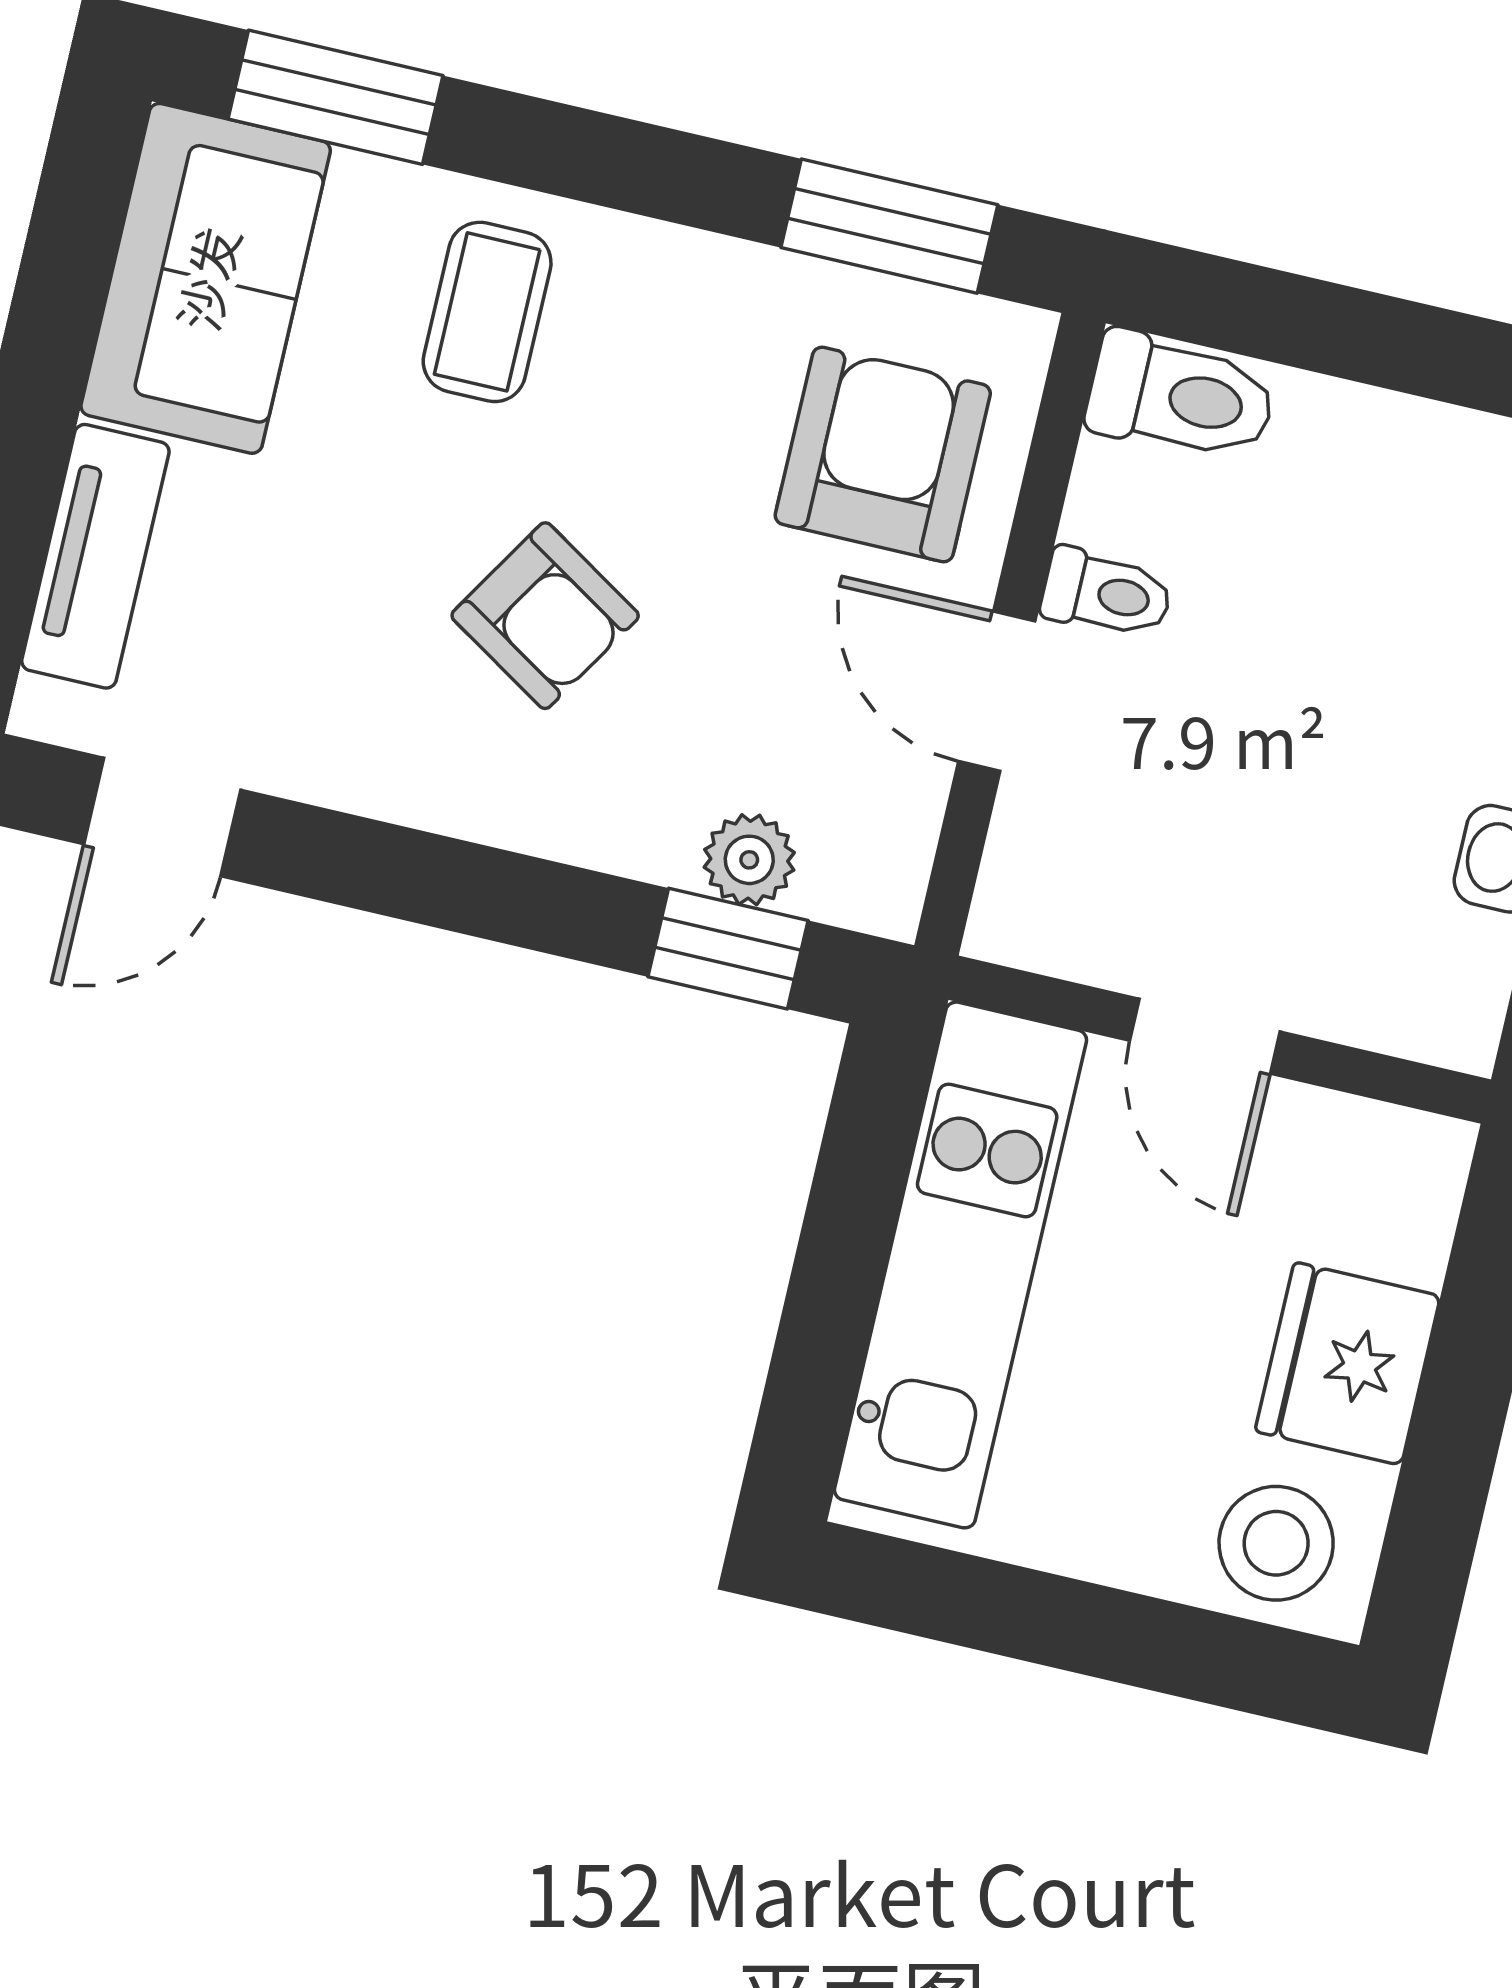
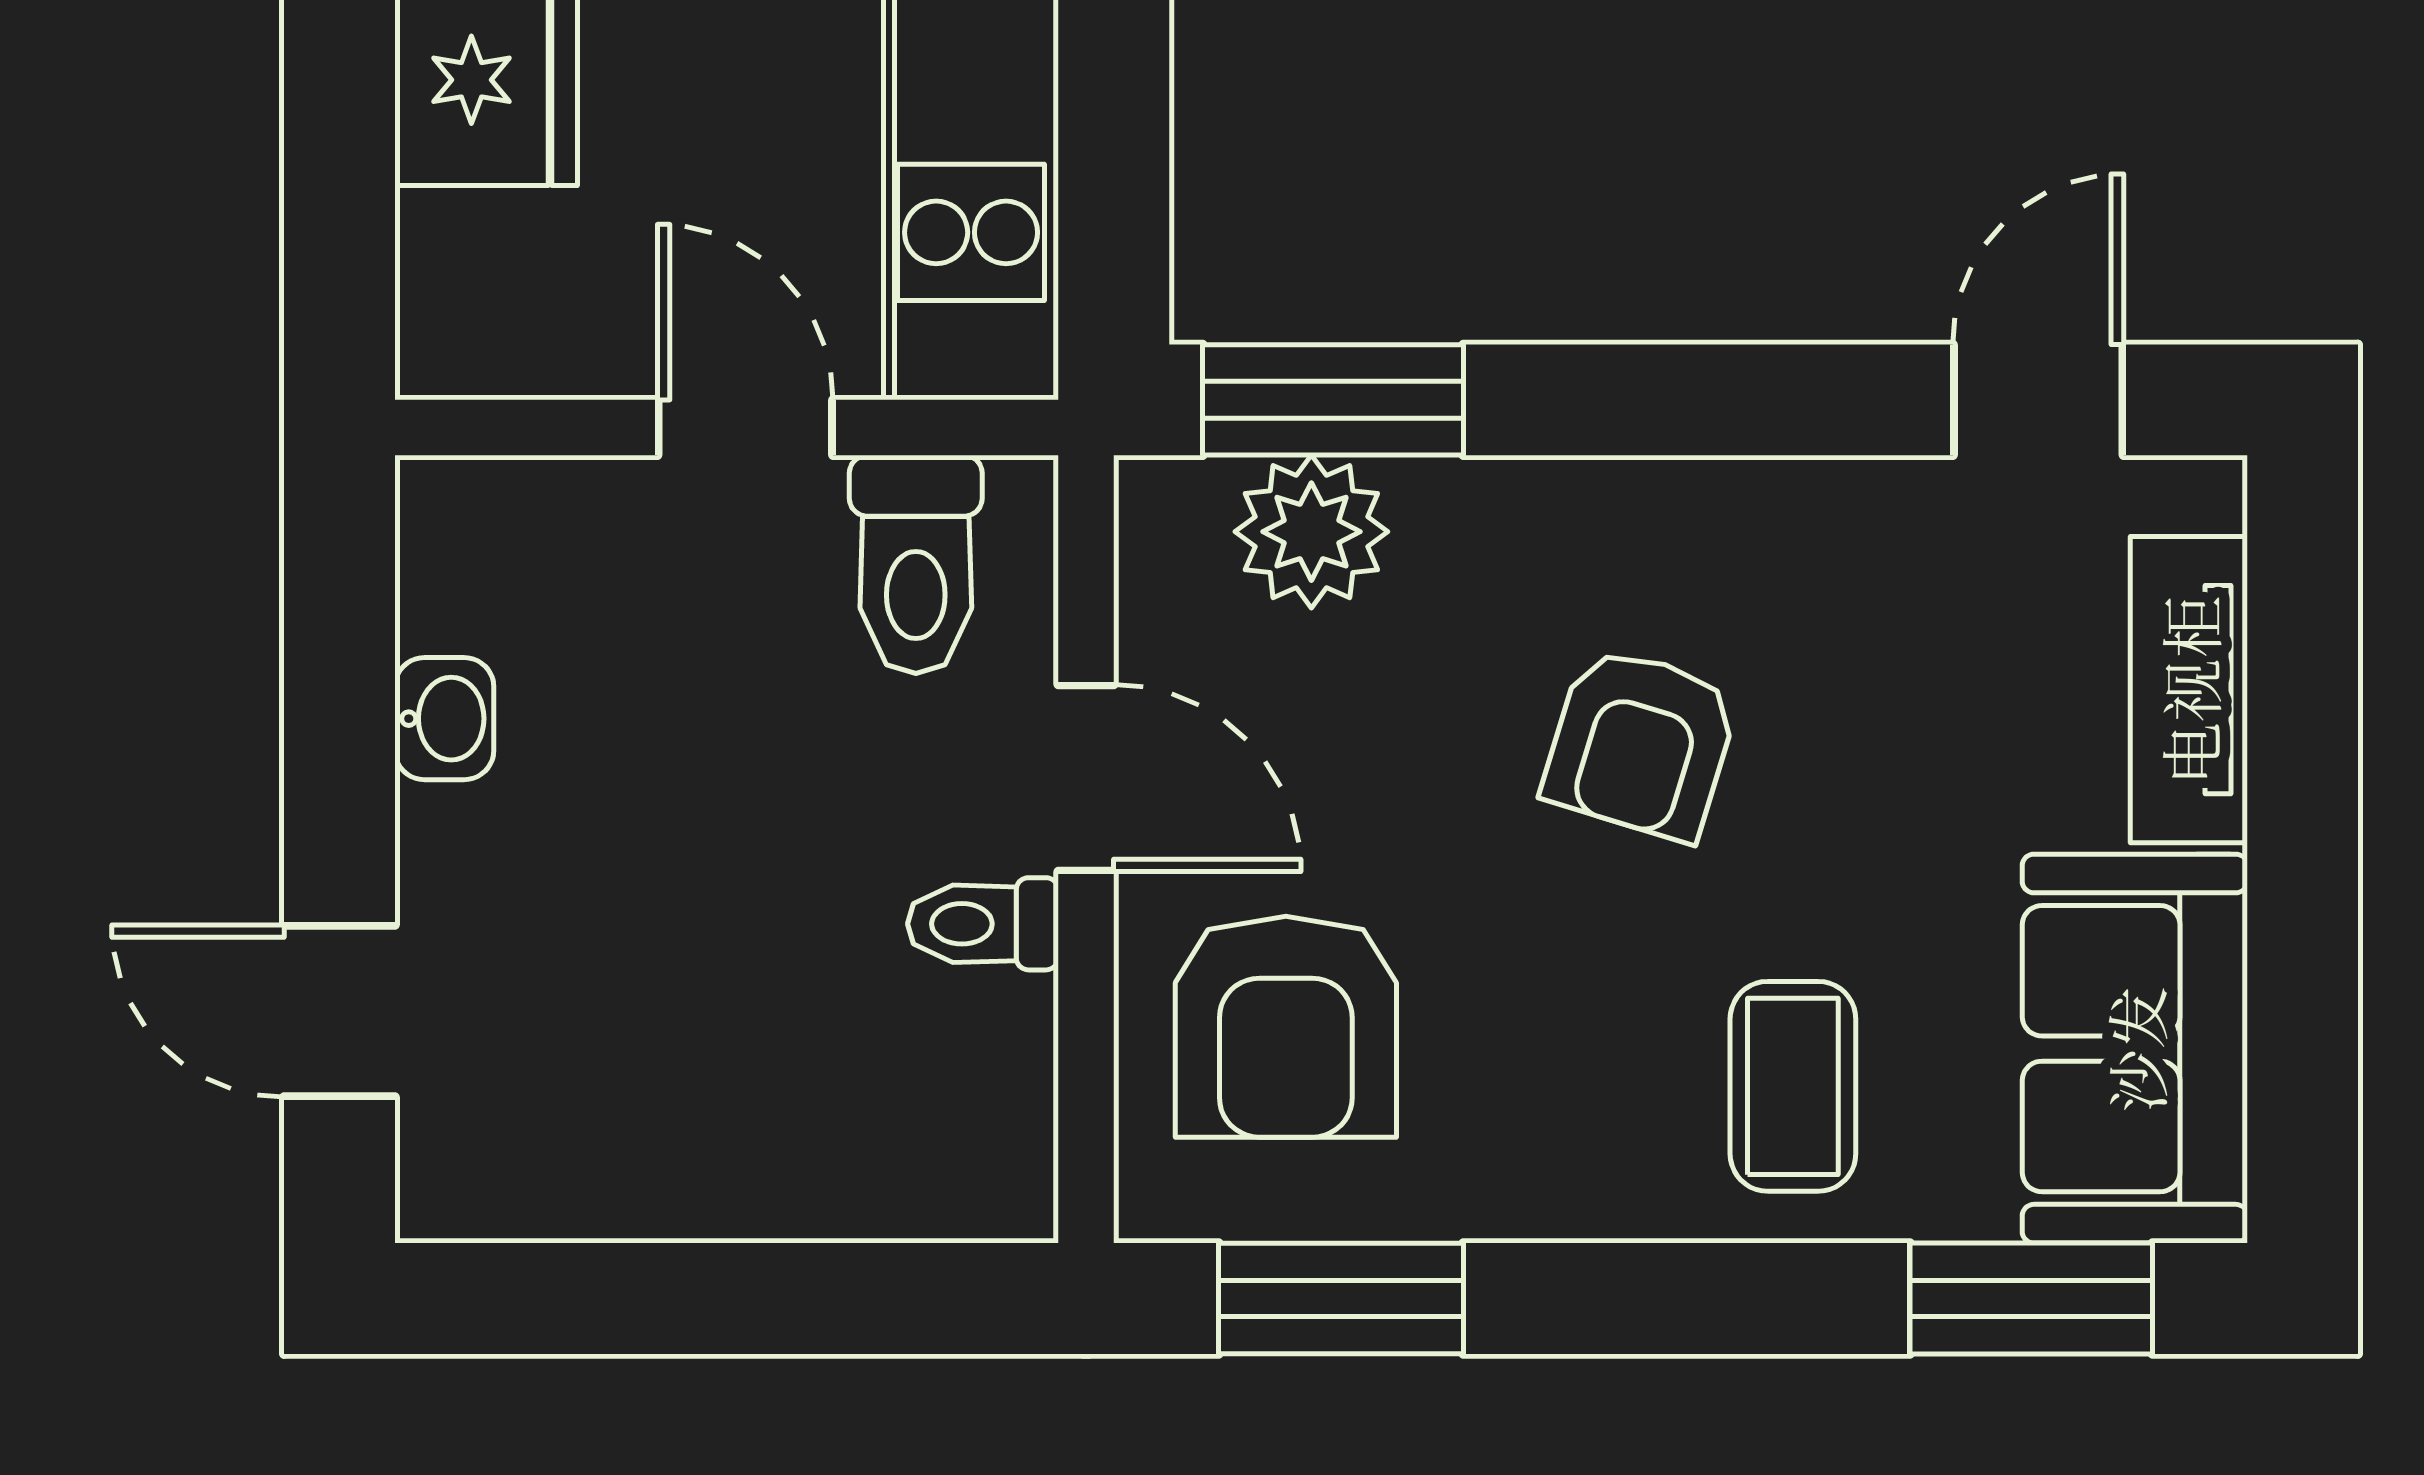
toilet: (1181, 397) -> (916, 564), moved, turned -90
armchair: (545, 616) -> (1641, 743), turned -105
plant: (749, 860) -> (1311, 532), width x1.38, depth x1.38
window: (728, 949) -> (1333, 400), width x1.50

